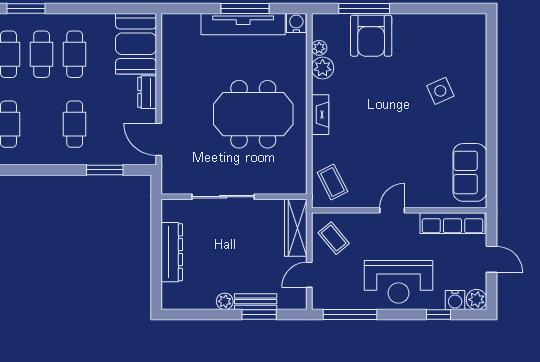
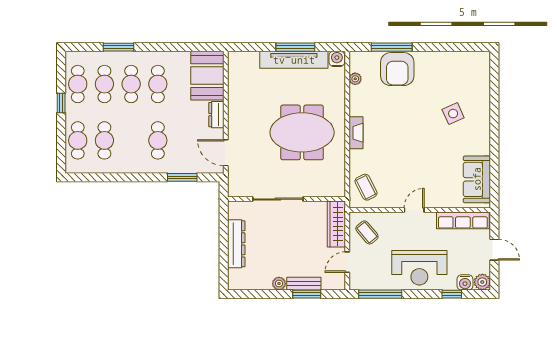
plant: (323, 68) -> (358, 95), removed

